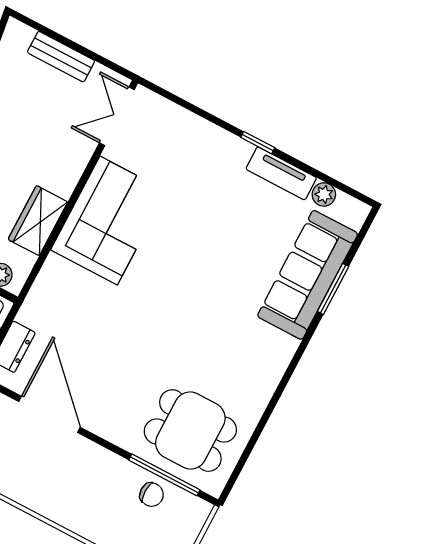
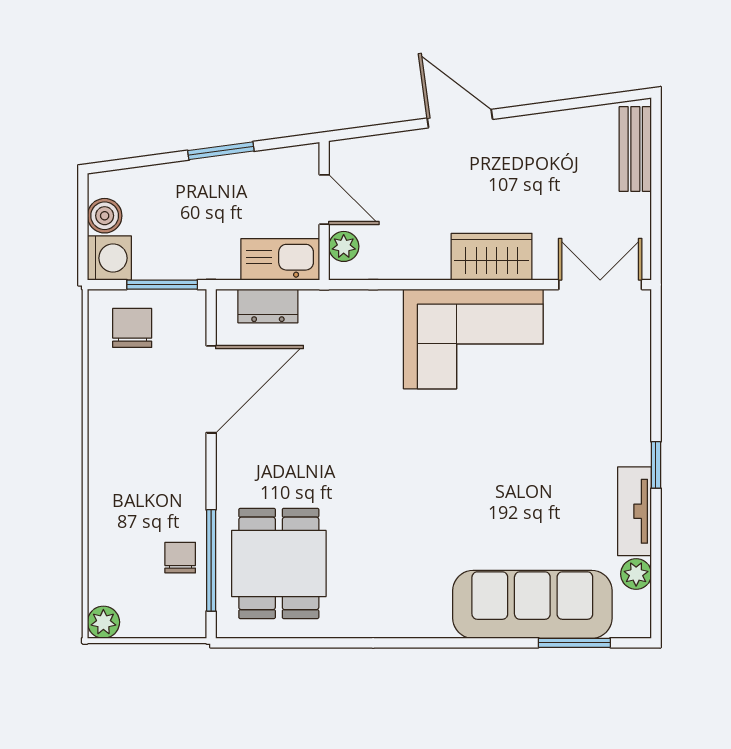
bench: (61, 57) -> (635, 149), moved
wardrobe: (38, 221) -> (492, 257), moved
window: (333, 289) -> (574, 643), moved
chair: (152, 495) -> (180, 558), turned 180

